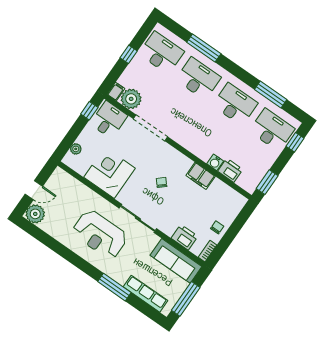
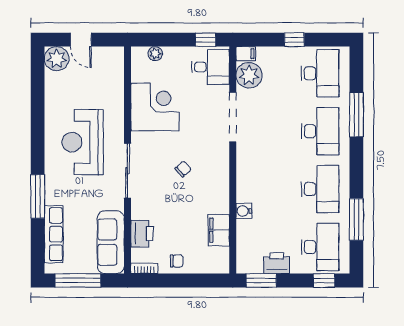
printer: (230, 170) -> (277, 263), moved, turned -90
filing cabinet: (201, 176) -> (219, 230), moved

